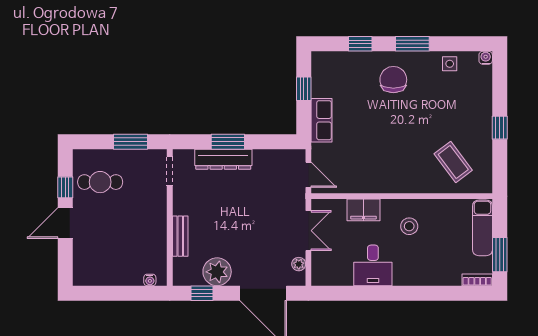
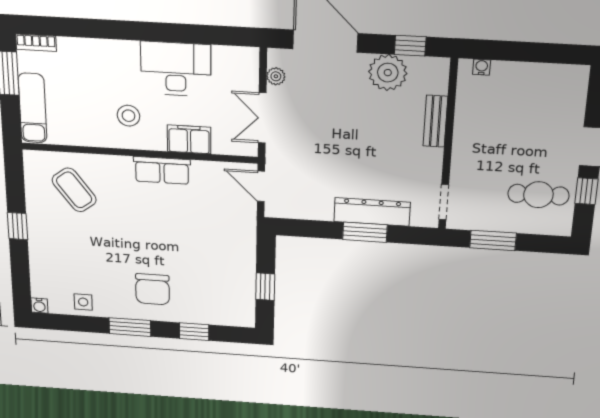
row of seats: (322, 120) -> (162, 170), moved, turned -90
desk: (373, 265) -> (176, 69), width x1.37

